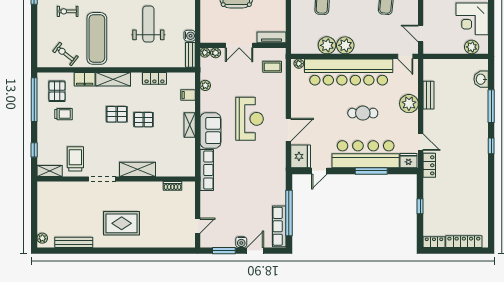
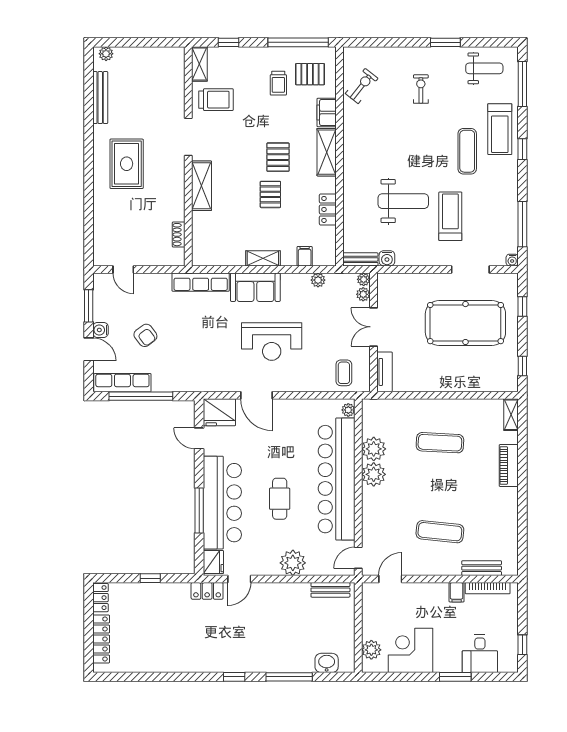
exercise mat: (97, 38) -> (383, 129), removed
bench: (428, 95) -> (330, 590), moved
armchair: (245, 210) -> (145, 335), added

